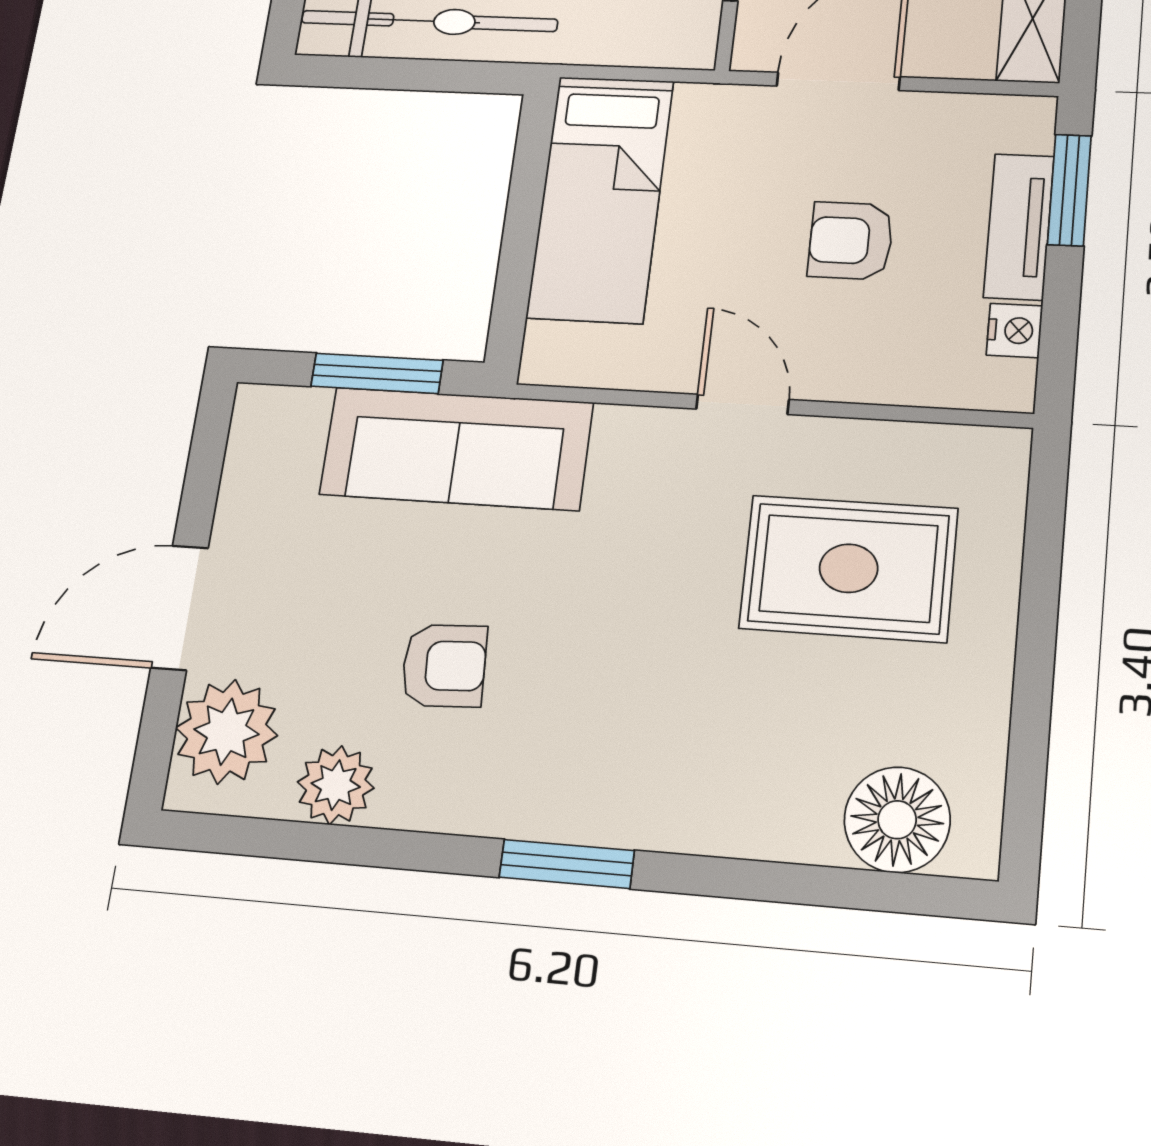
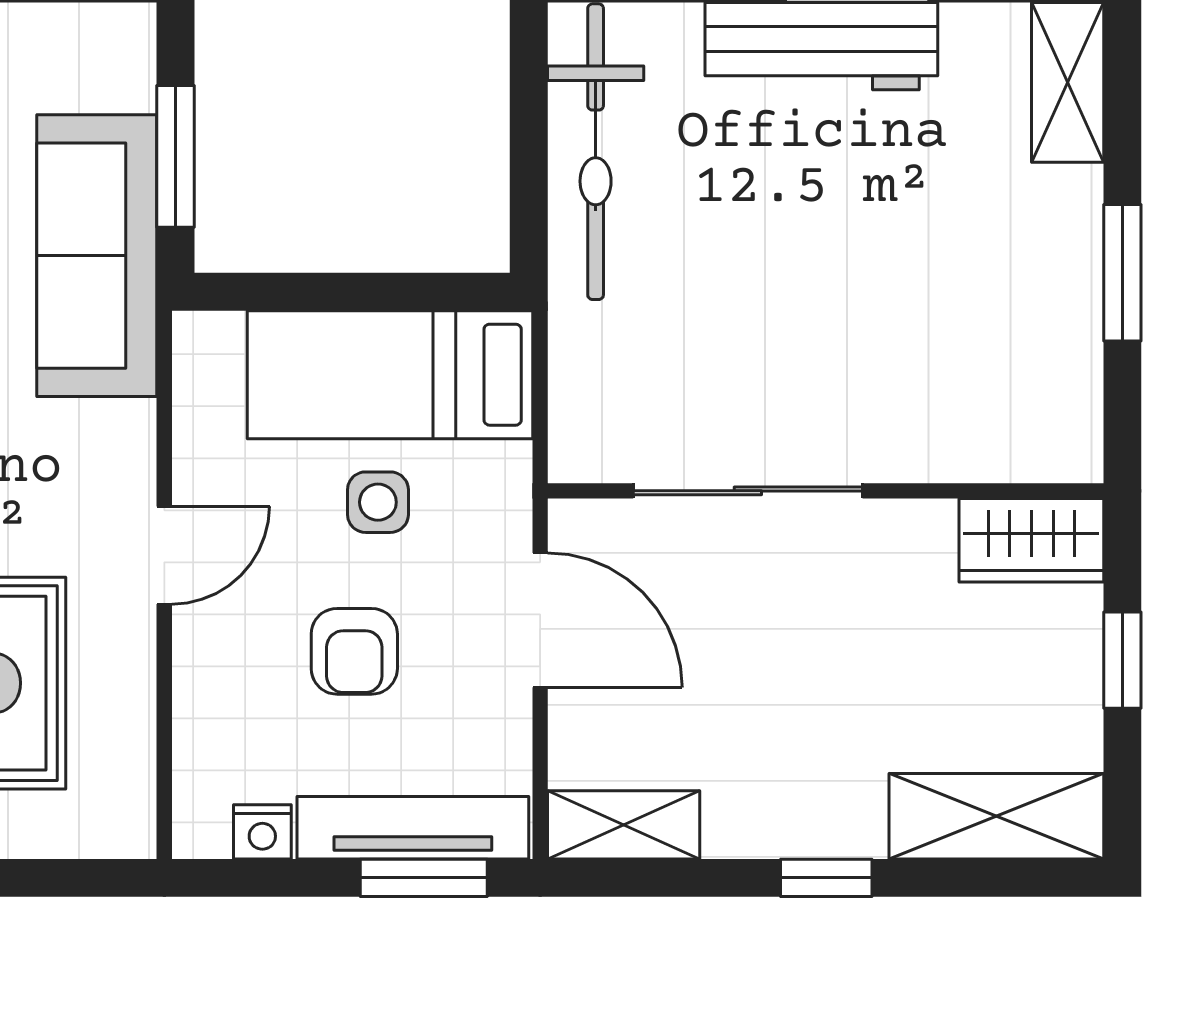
side table: (715, 214) -> (378, 502), added
tv unit: (1019, 227) -> (413, 828), width x1.41
armchair: (851, 241) -> (354, 651), turned 180

